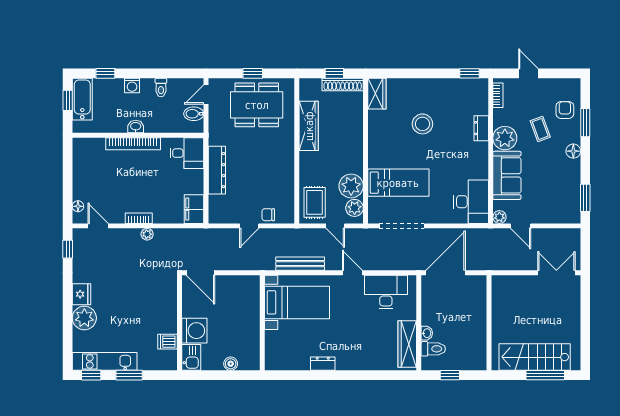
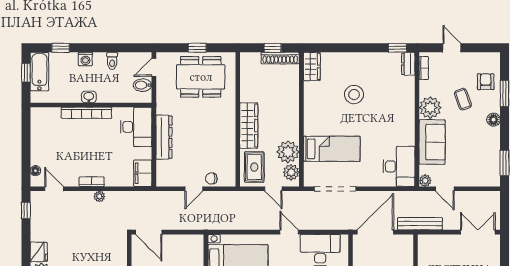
wardrobe: (309, 126) -> (249, 125), moved
dresser: (481, 128) -> (408, 64), moved
desk: (187, 153) -> (136, 127), width x1.37
bench: (300, 264) -> (420, 224), moved

